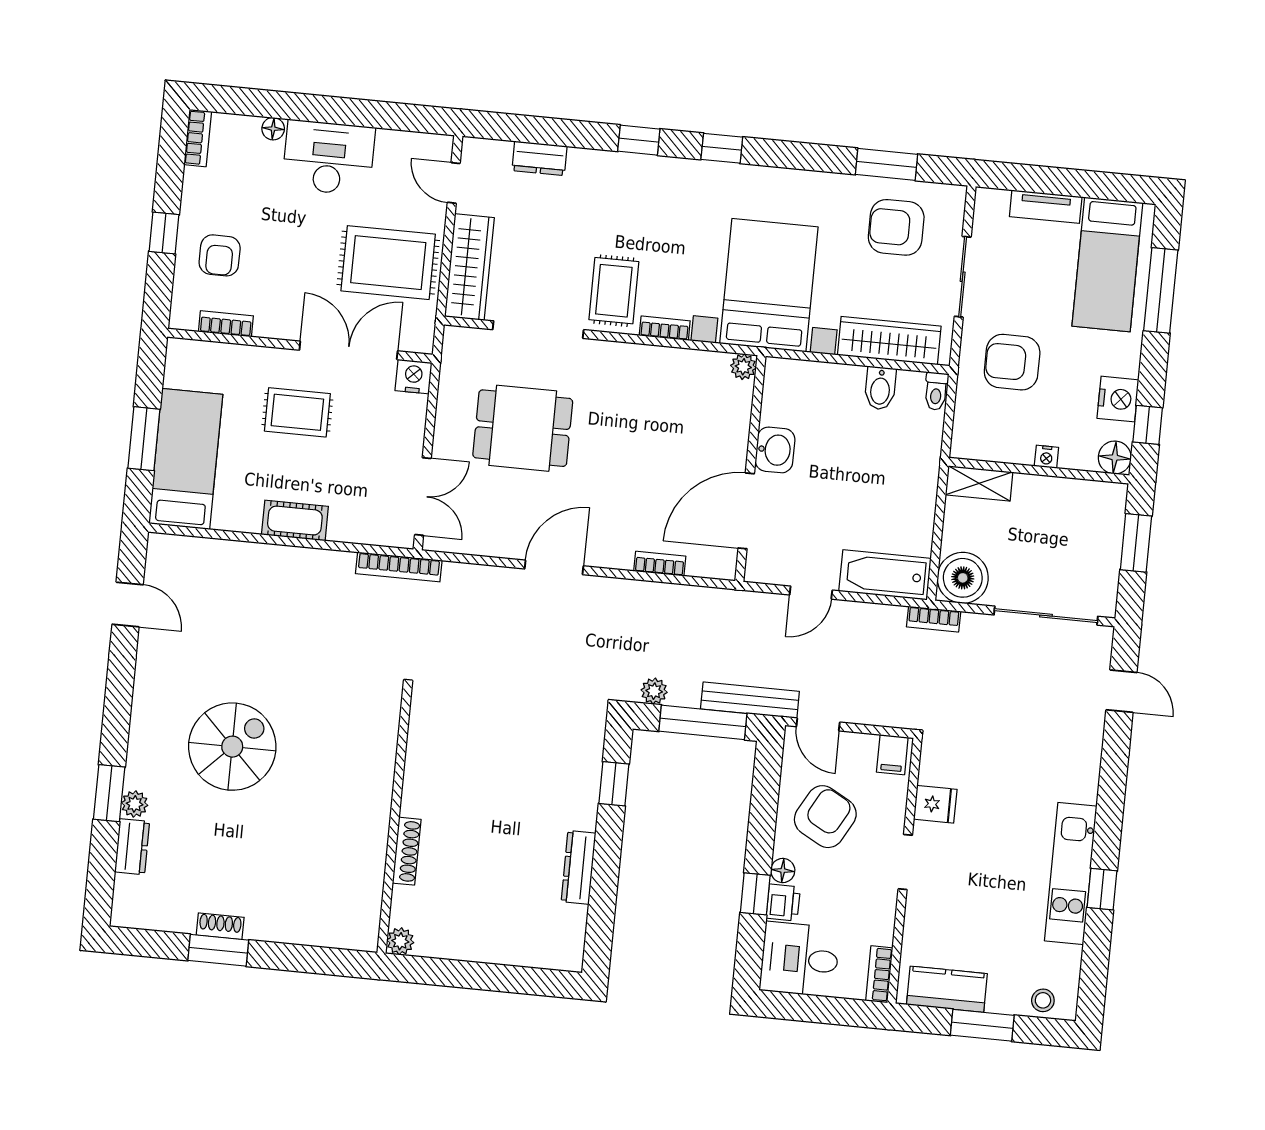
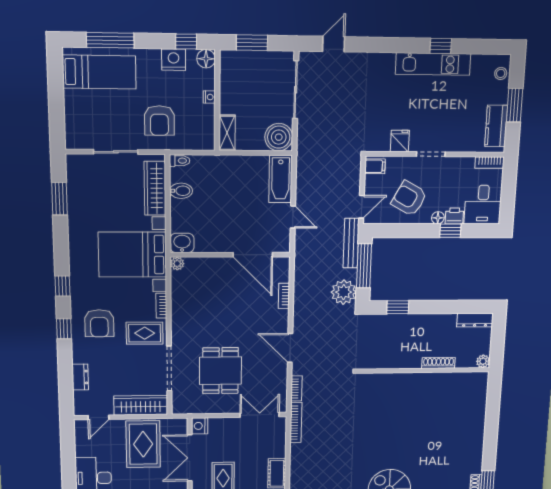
tv unit: (1046, 207) -> (71, 110), removed
armchair: (896, 227) -> (99, 323), moved
washbasin: (775, 450) -> (182, 243), moved
bookcase: (934, 619) -> (296, 388), moved
plant: (654, 691) -> (344, 292), width x1.88, depth x1.88
wall: (394, 821) -> (424, 370), moved
shoe rack: (407, 851) -> (438, 363), moved
dresser: (578, 867) -> (475, 320), moved
plant: (400, 941) -> (483, 361), moved

